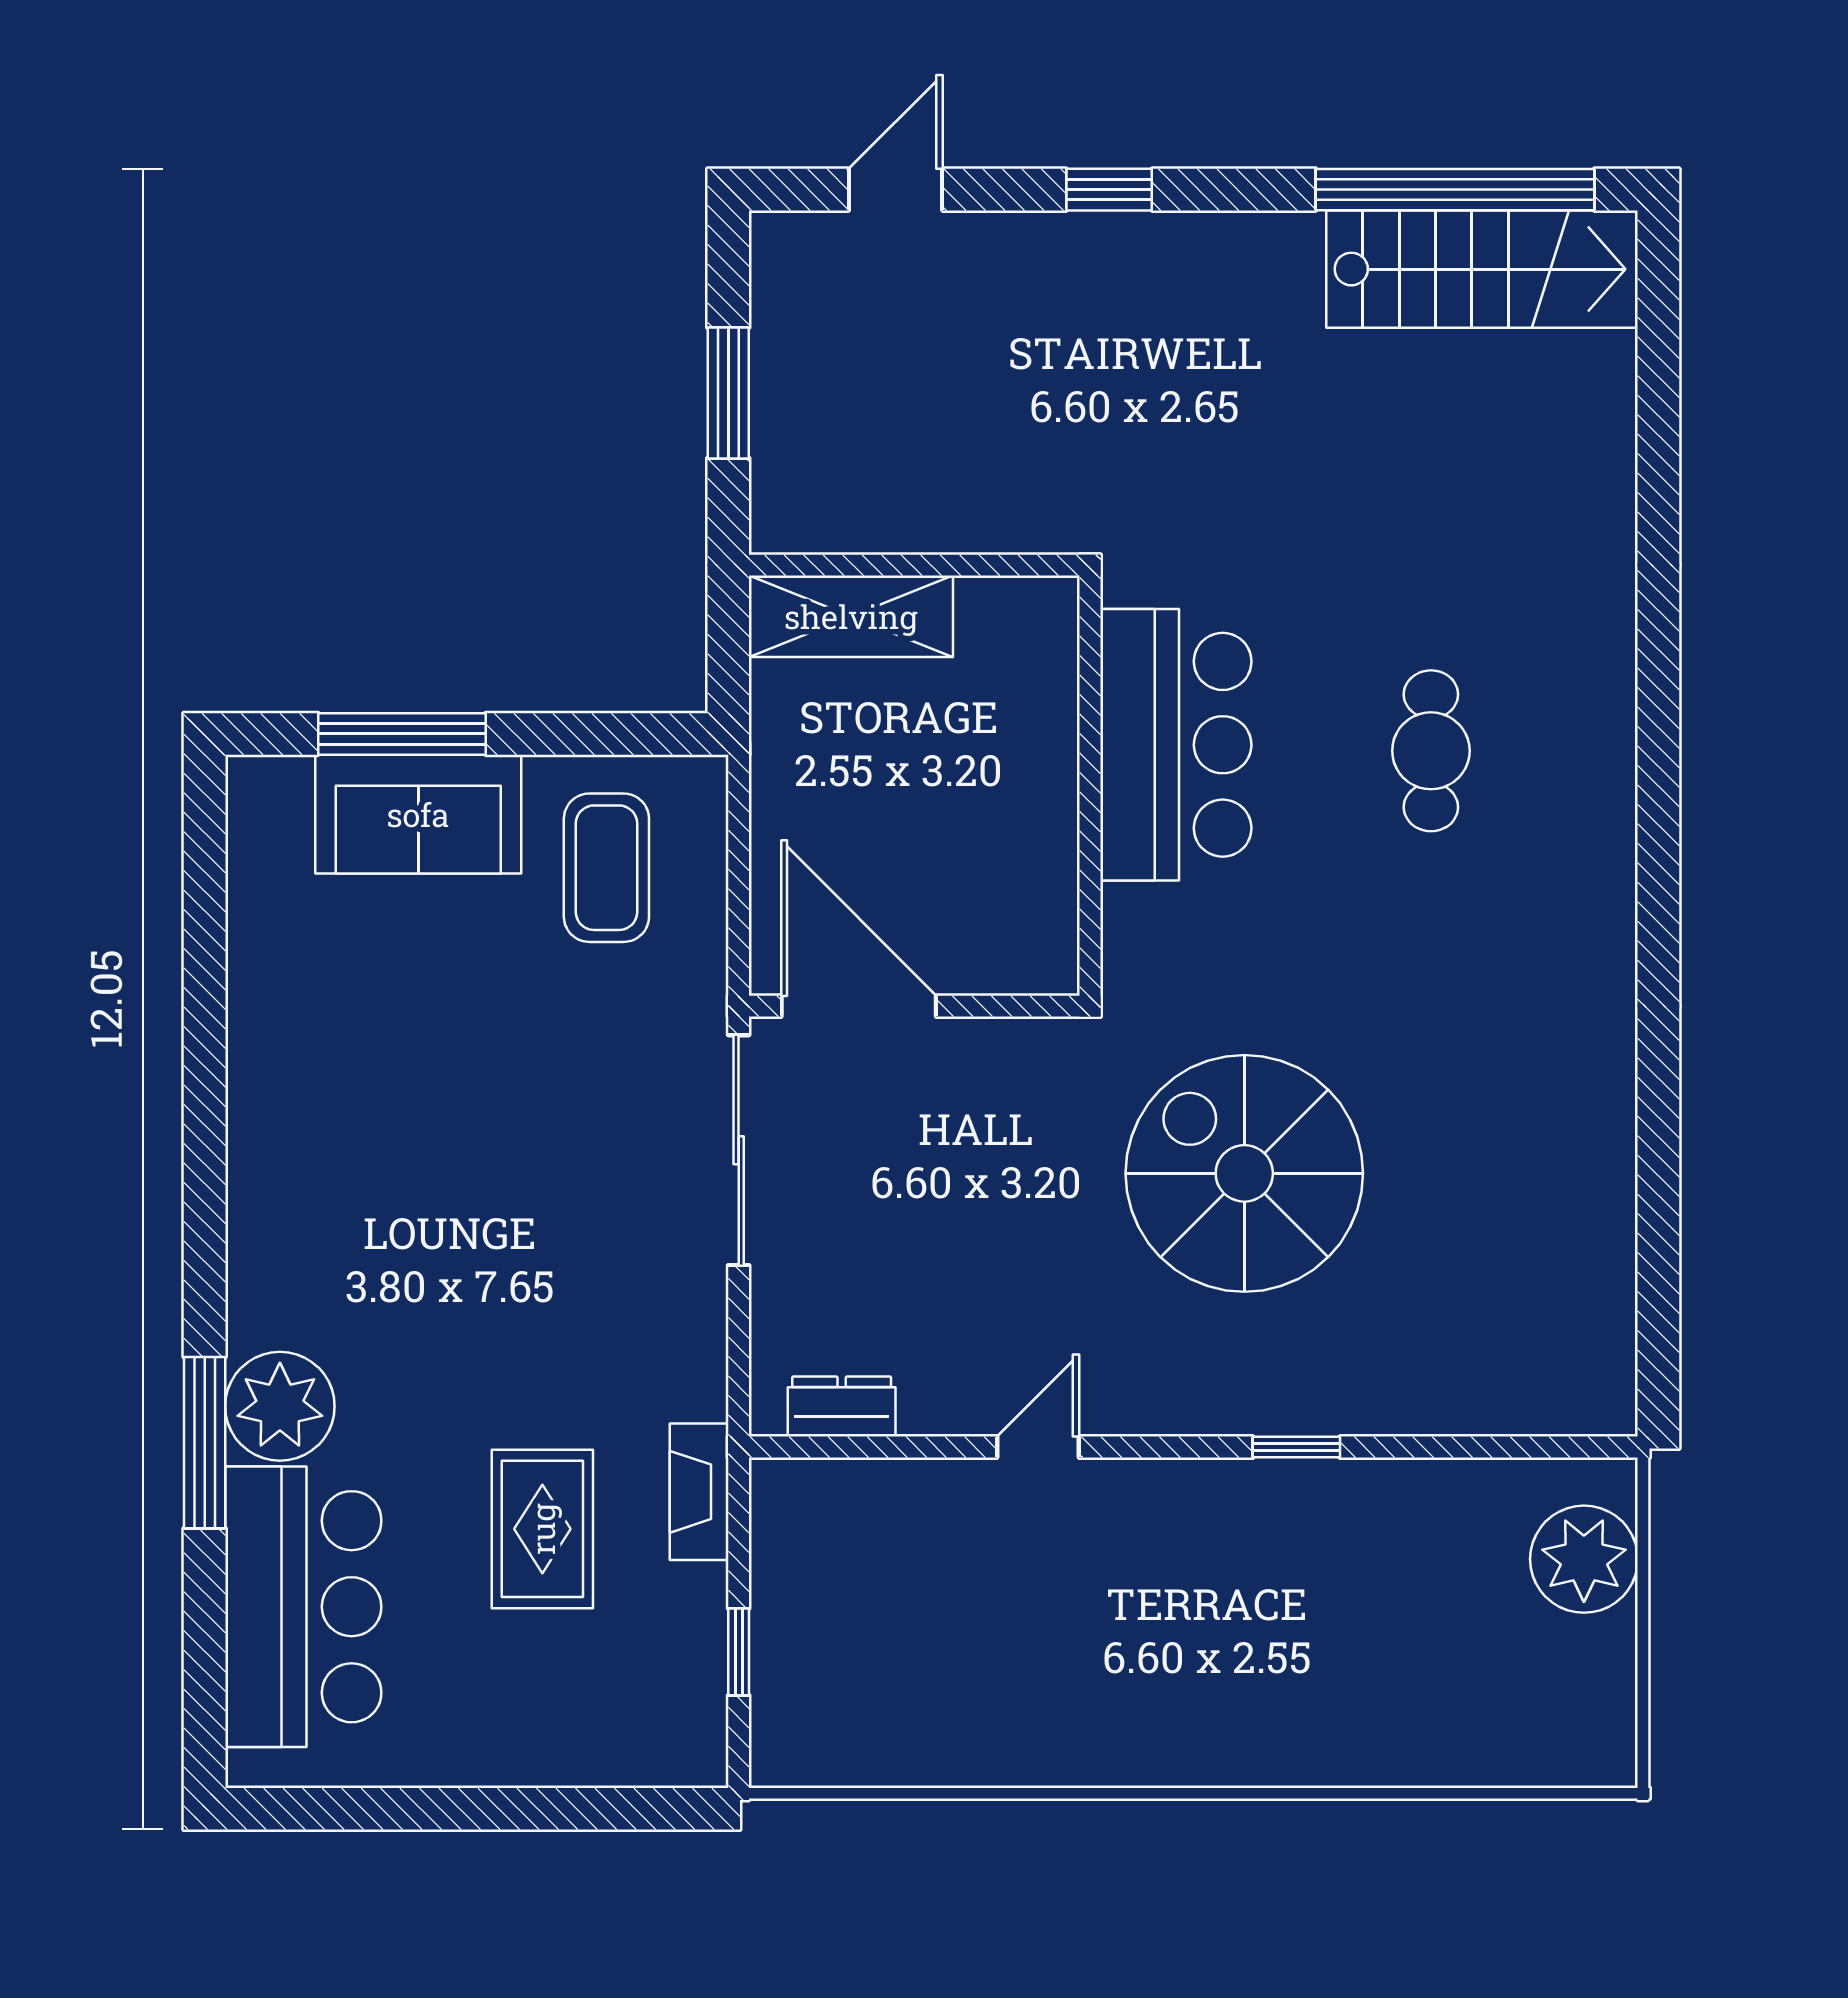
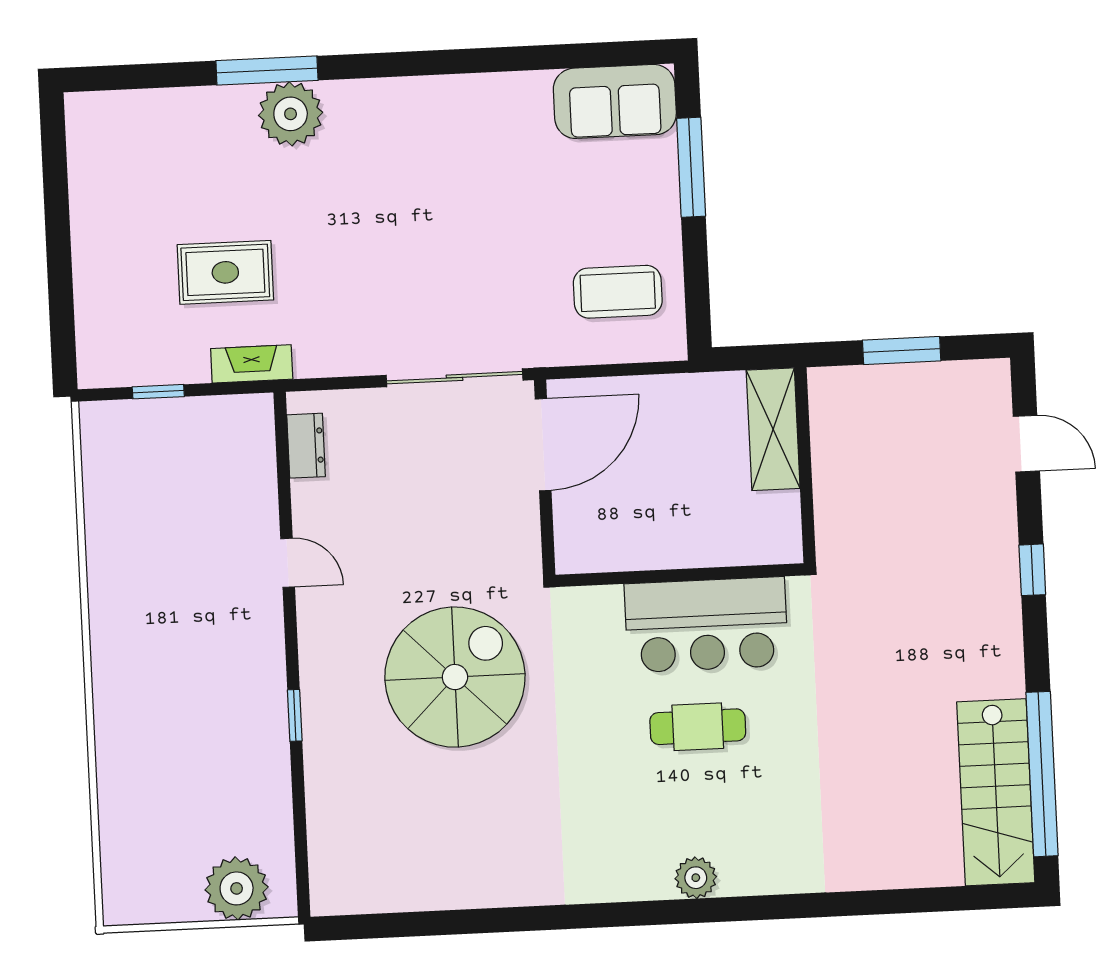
cafe table: (1431, 751) -> (698, 727), moved
plant: (1602, 783) -> (696, 878), added
sofa: (418, 814) -> (615, 101), moved, turned -90
bar counter: (303, 1607) -> (173, 133), removed

